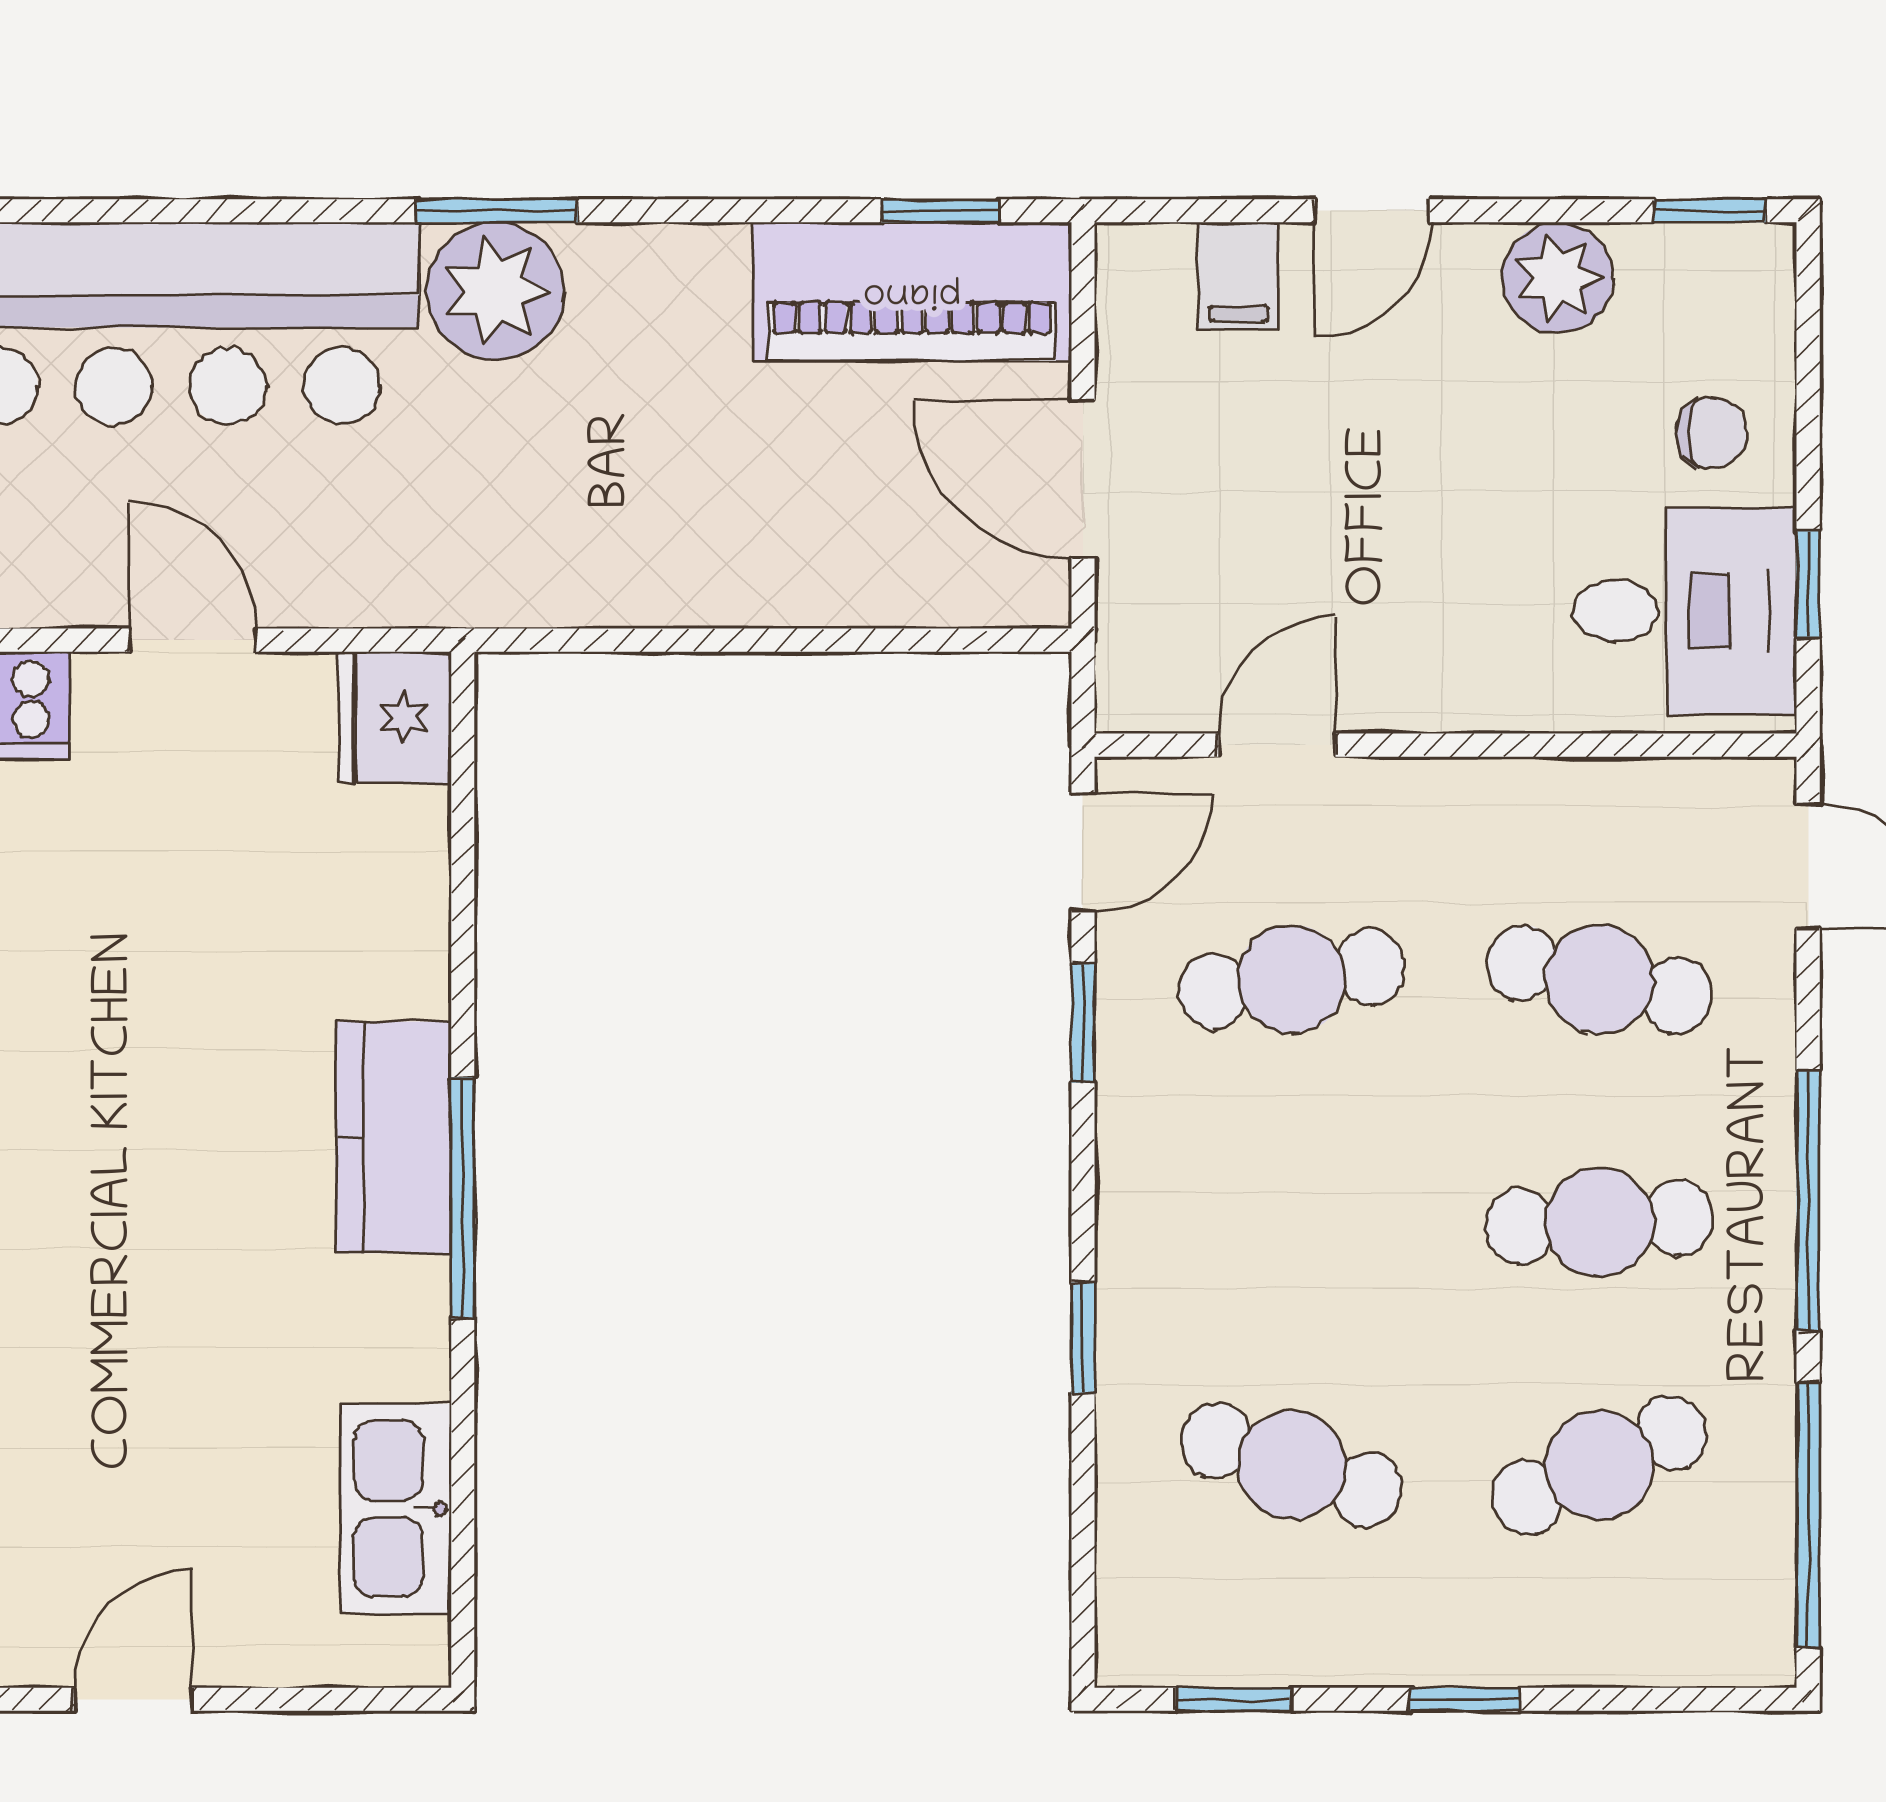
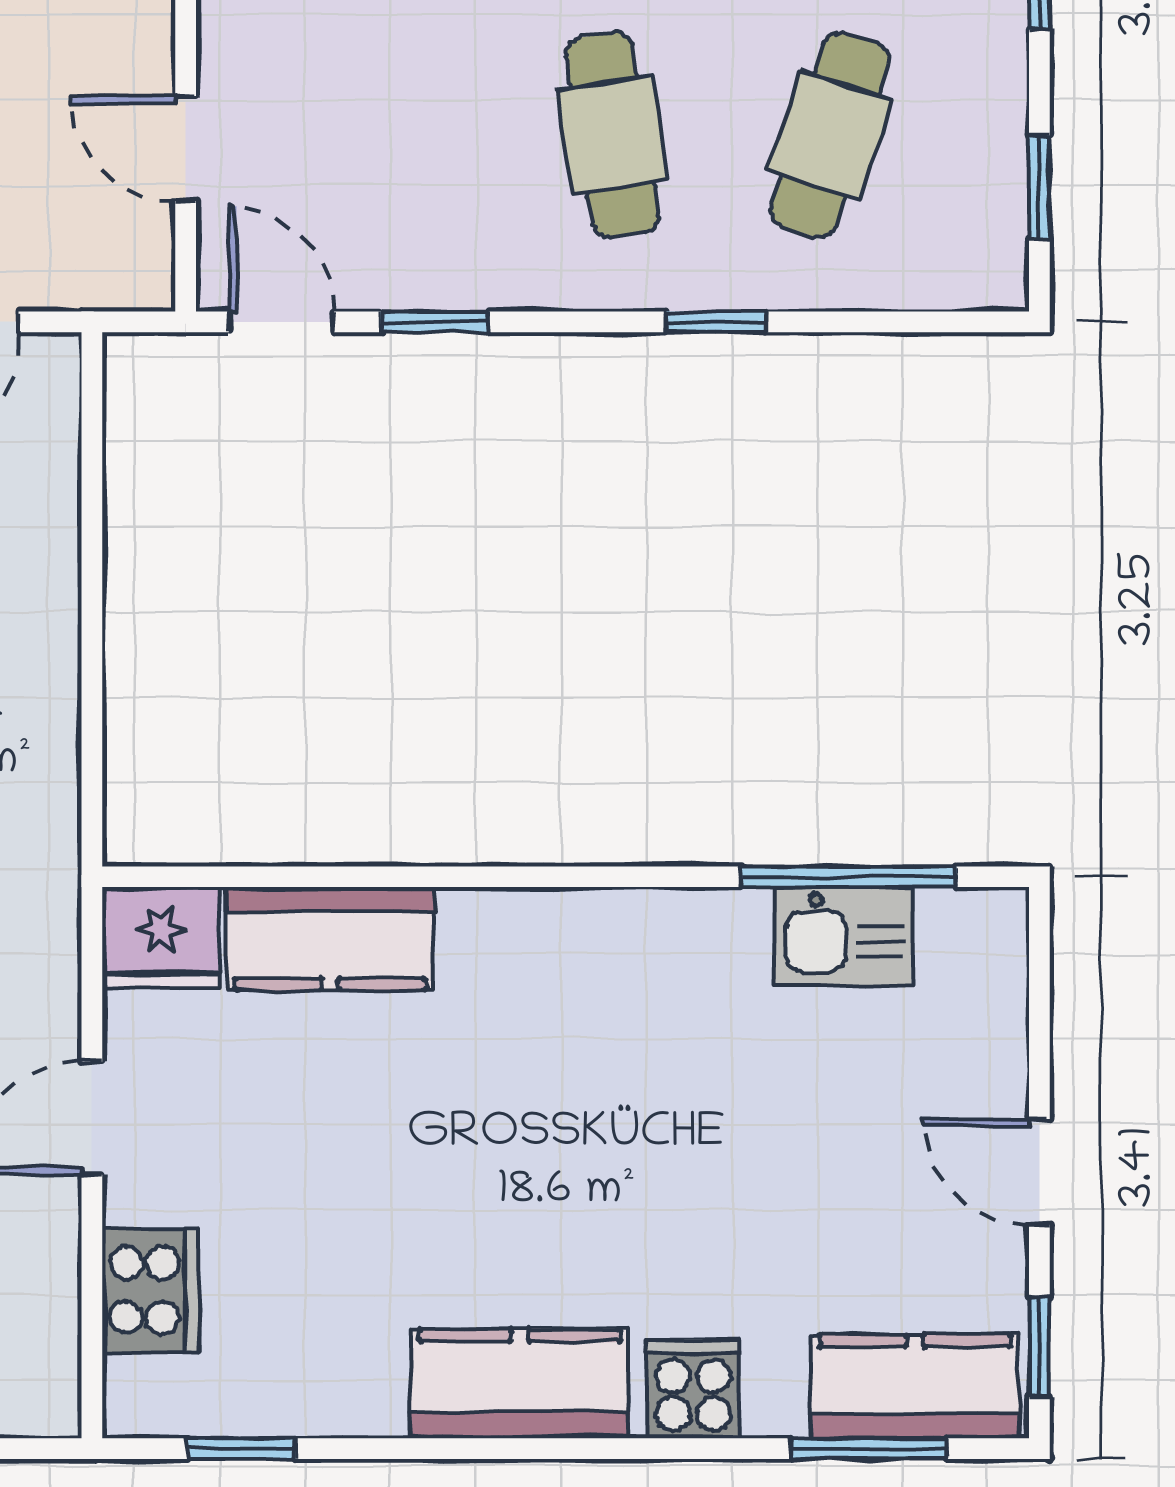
cafe table: (1292, 979) -> (613, 135), moved
kitchen counter: (393, 1137) -> (330, 939), moved
window: (463, 1198) -> (849, 877), moved
kitchen sink: (396, 1509) -> (843, 937), width x0.73

